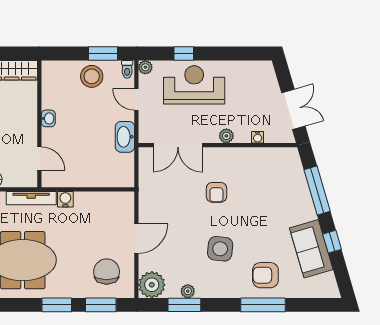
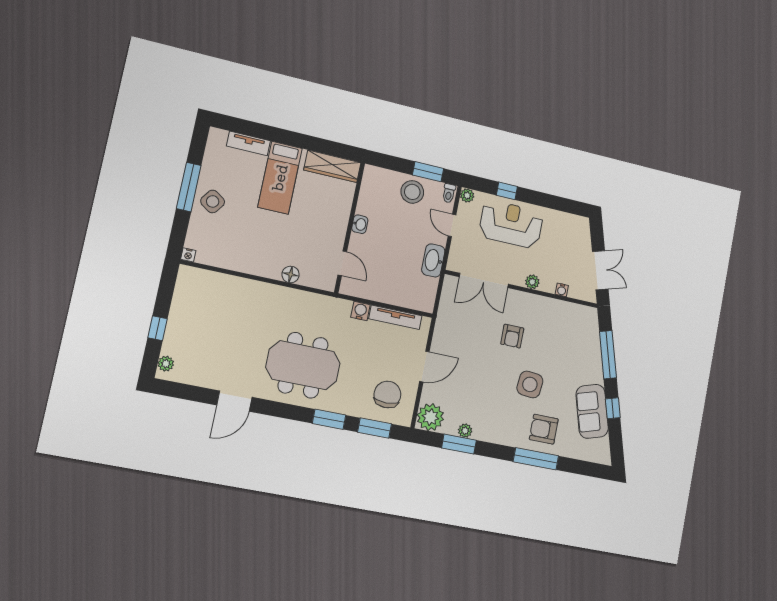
tv unit: (31, 198) -> (395, 317), moved
side table: (220, 249) -> (530, 384), moved

